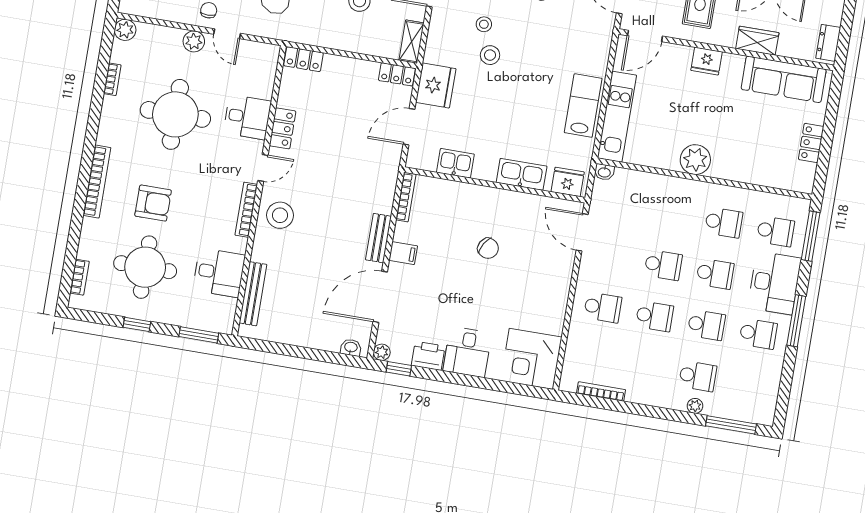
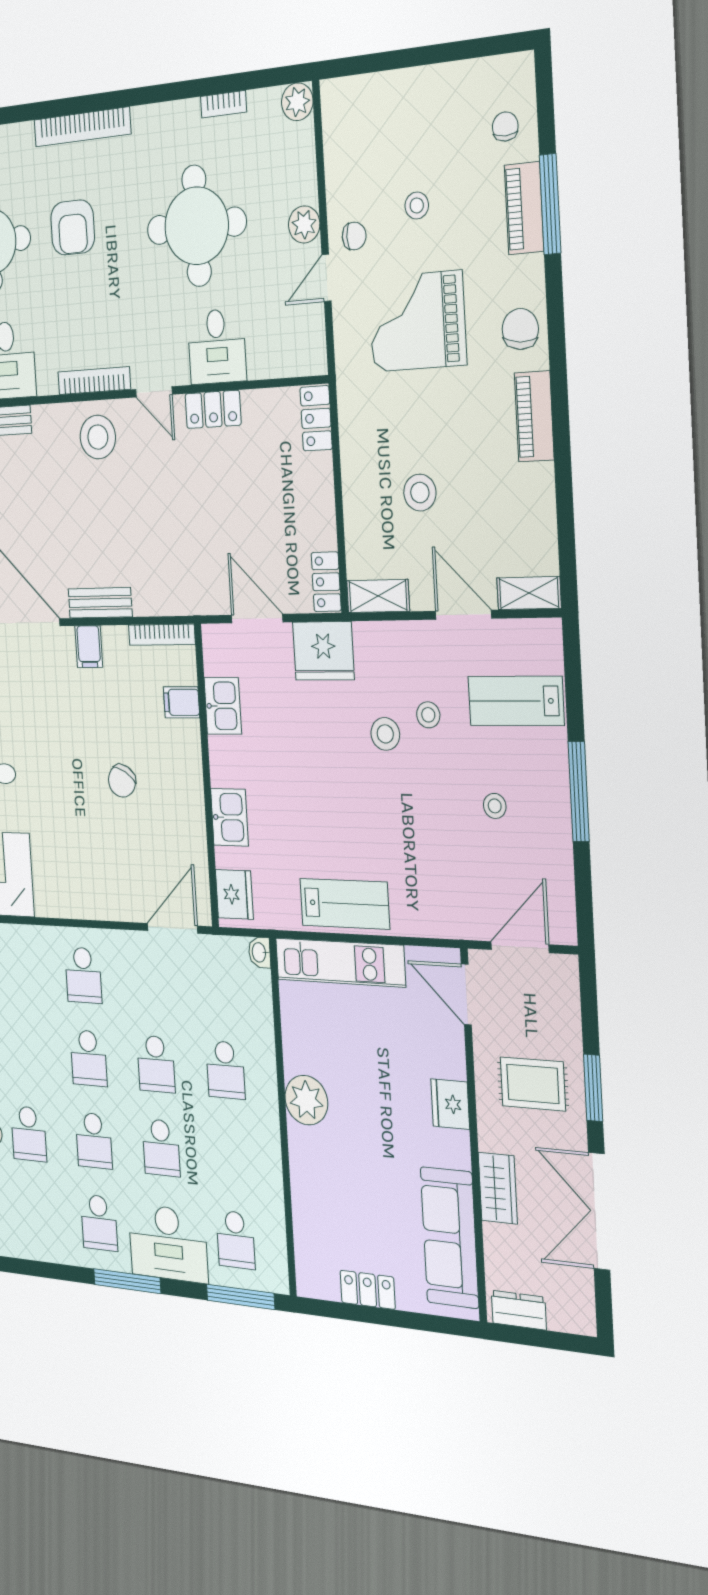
kitchen sink: (522, 174) -> (229, 817), width x0.73
filing cabinet: (448, 192) -> (182, 702), added
school desk: (724, 223) -> (225, 1070), moved

